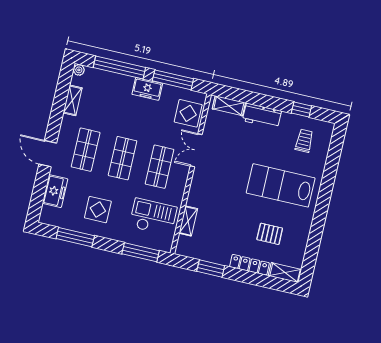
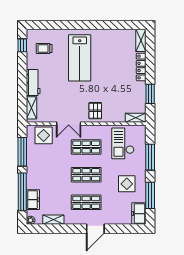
freezer: (147, 89) -> (33, 200), moved
window: (301, 109) -> (22, 45), moved
freezer: (55, 191) -> (139, 214), moved, turned -90
shelving: (188, 221) -> (136, 118), moved
pallet: (270, 234) -> (95, 111), moved
window: (141, 252) -> (150, 157), moved

